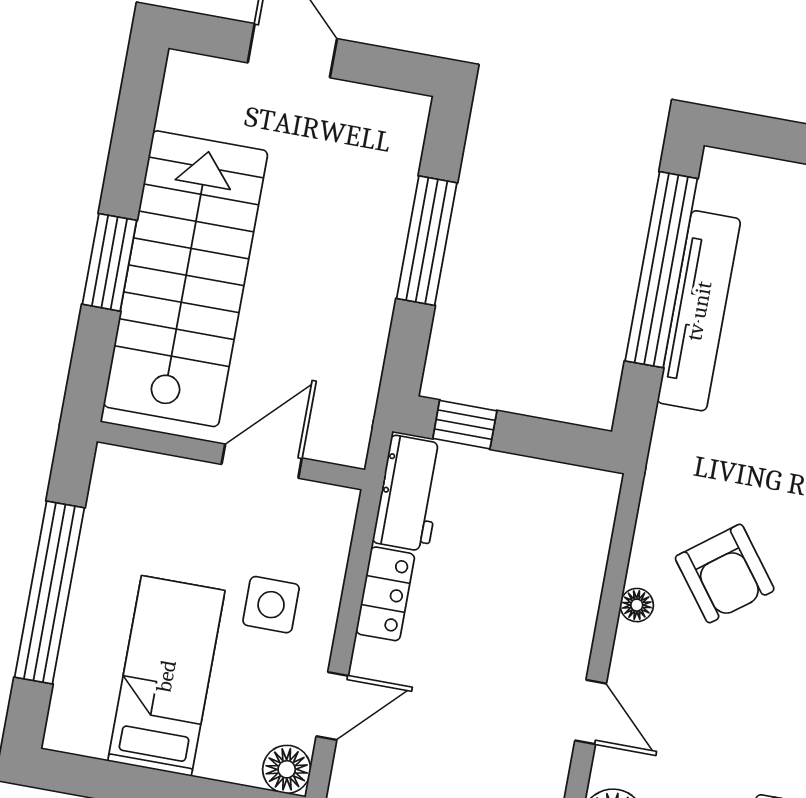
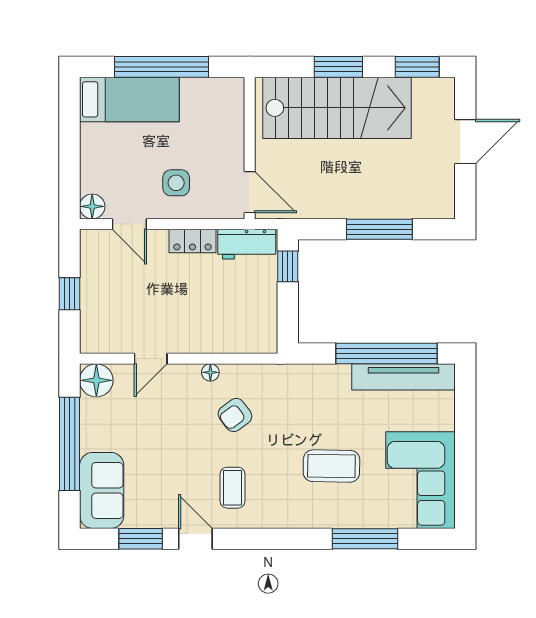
window: (136, 115) -> (417, 67), added
tv unit: (699, 311) -> (403, 377), moved
door: (262, 461) -> (250, 192), moved
armchair: (725, 574) -> (235, 415), width x0.72, depth x0.72
bed: (166, 676) -> (129, 99), moved

